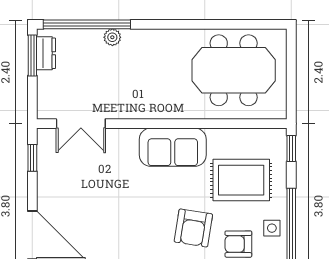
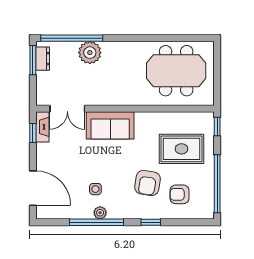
plant: (112, 37) -> (90, 53), width x1.88, depth x1.88
sofa: (173, 147) -> (110, 125), moved
fireplace: (46, 149) -> (42, 127), added
side table: (272, 228) -> (95, 189), moved

